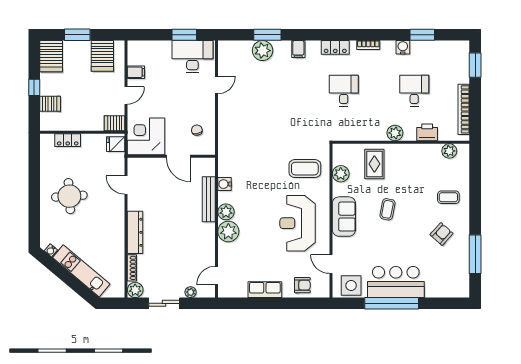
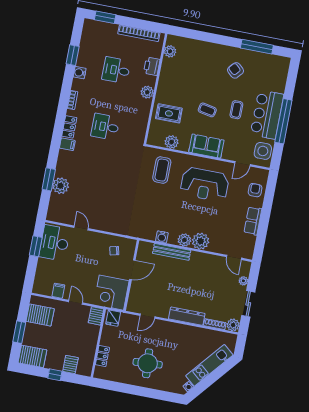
filing cabinet: (298, 49) -> (67, 144), moved
coffee table: (448, 197) -> (236, 110), moved

